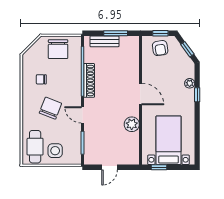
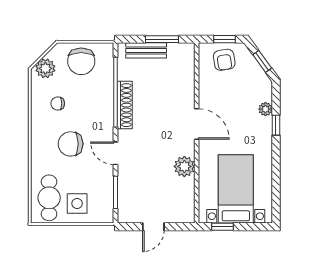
plant: (32, 54) -> (45, 68), added
chair: (50, 108) -> (71, 144), turned -111

